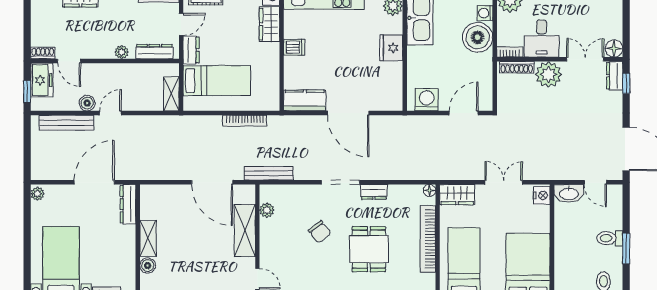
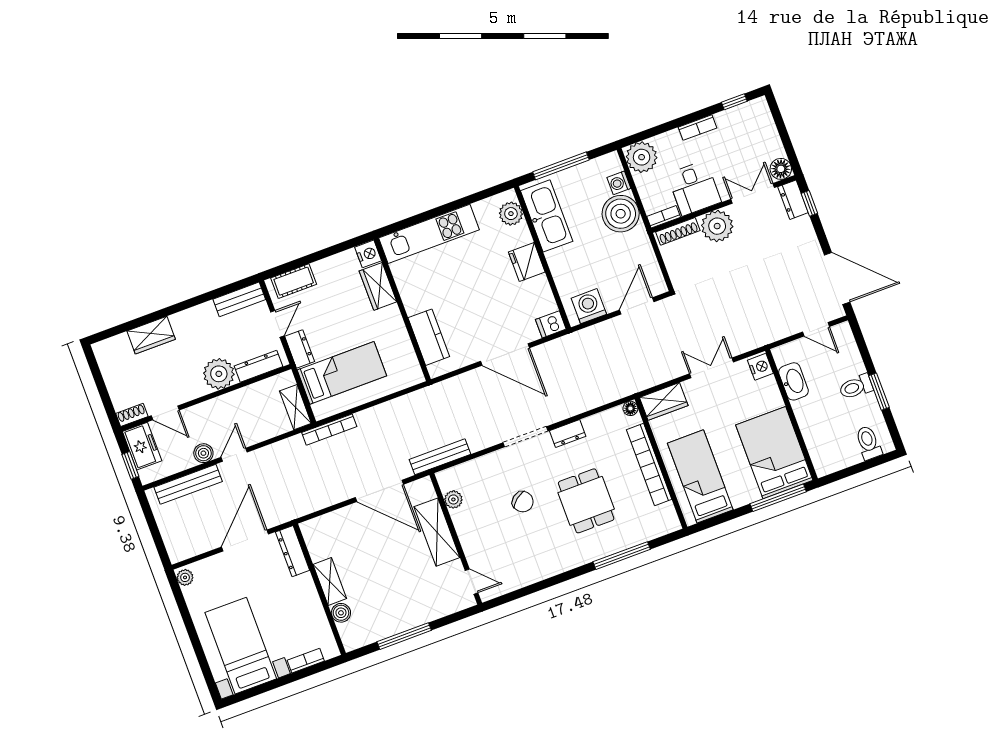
dishwasher: (294, 47) -> (551, 324), moved, turned 180
plant: (122, 52) -> (219, 374), width x1.87, depth x1.87
kitchen counter: (305, 100) -> (429, 337), moved, turned 90
bookcase: (245, 121) -> (329, 430), moved
washbasin: (569, 193) -> (793, 381), moved, turned -90

